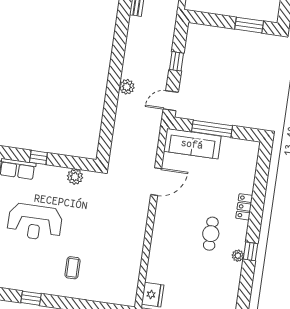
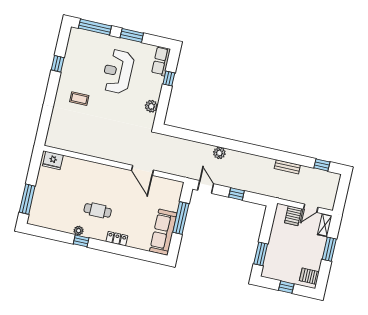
sofa: (192, 144) -> (163, 232), moved

